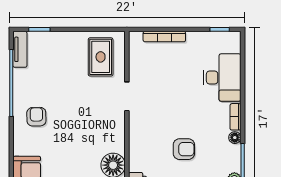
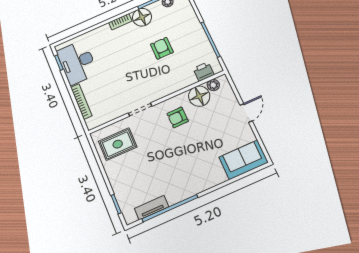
tv unit: (20, 49) -> (152, 208), moved
desk: (222, 77) -> (77, 62), moved, turned -90
armchair: (36, 117) -> (178, 117), moved
floor lamp: (235, 138) -> (142, 17), width x1.89, depth x1.89

